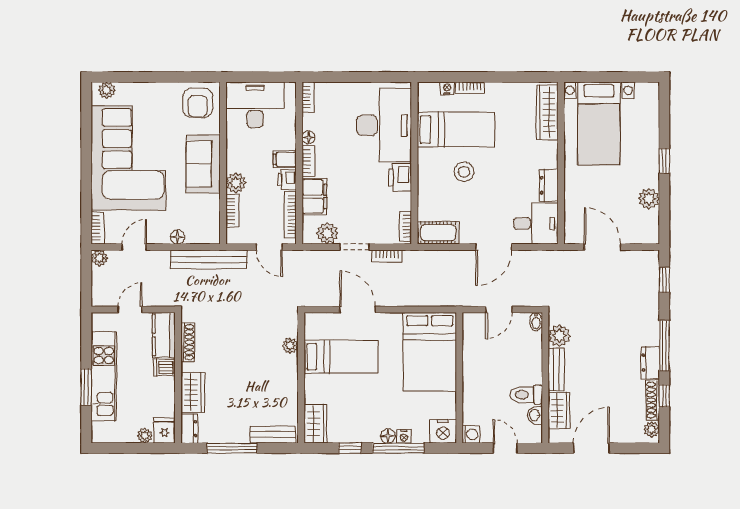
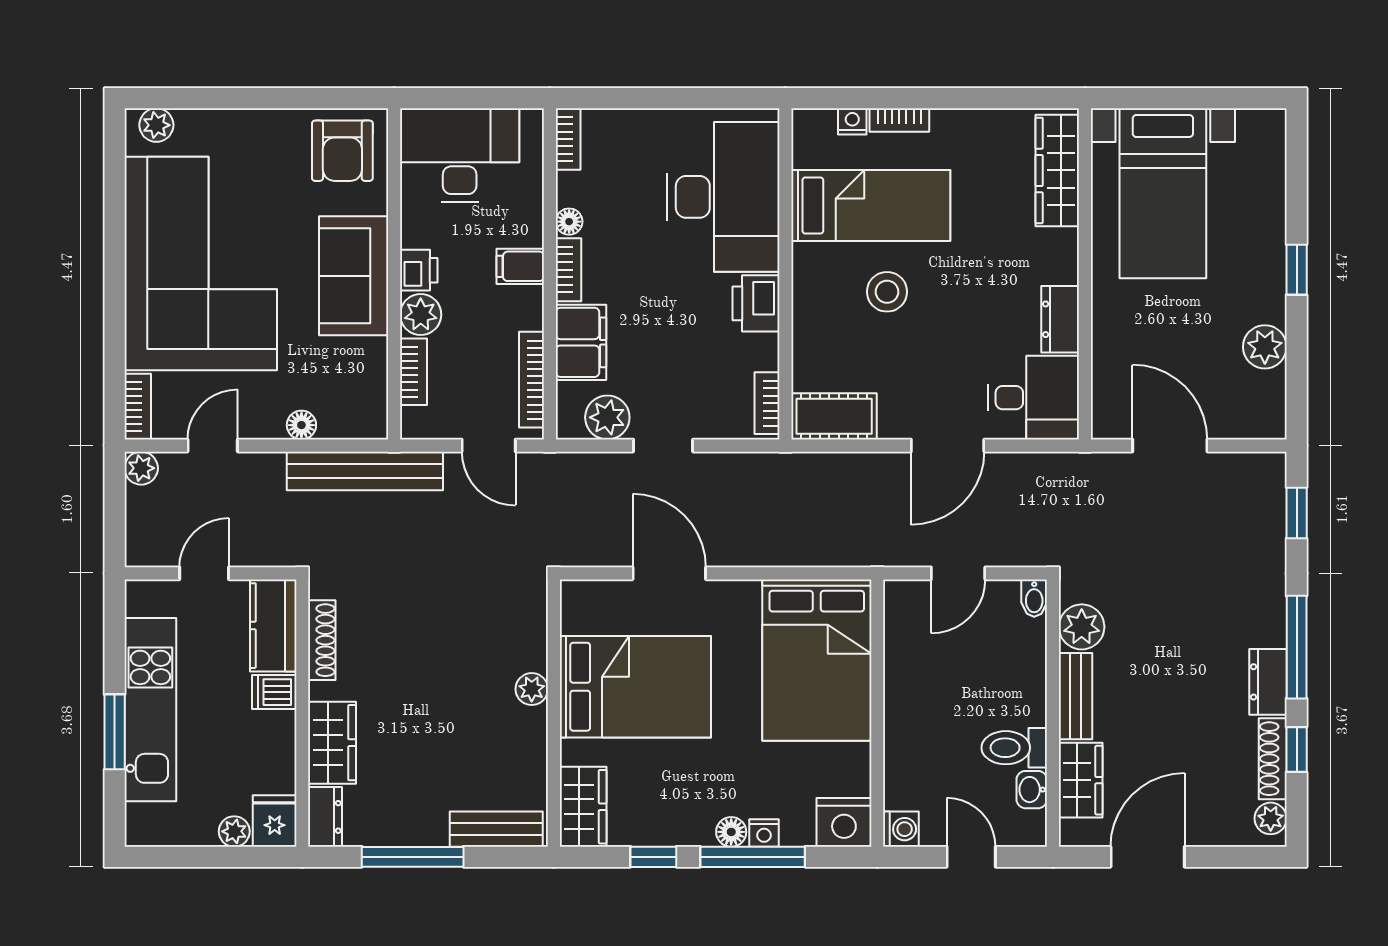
printer: (287, 180) -> (419, 270), moved, turned 180
bookcase: (387, 256) -> (729, 464), removed
plant: (290, 346) -> (532, 689), moved
bed: (341, 357) -> (635, 687), width x1.50

